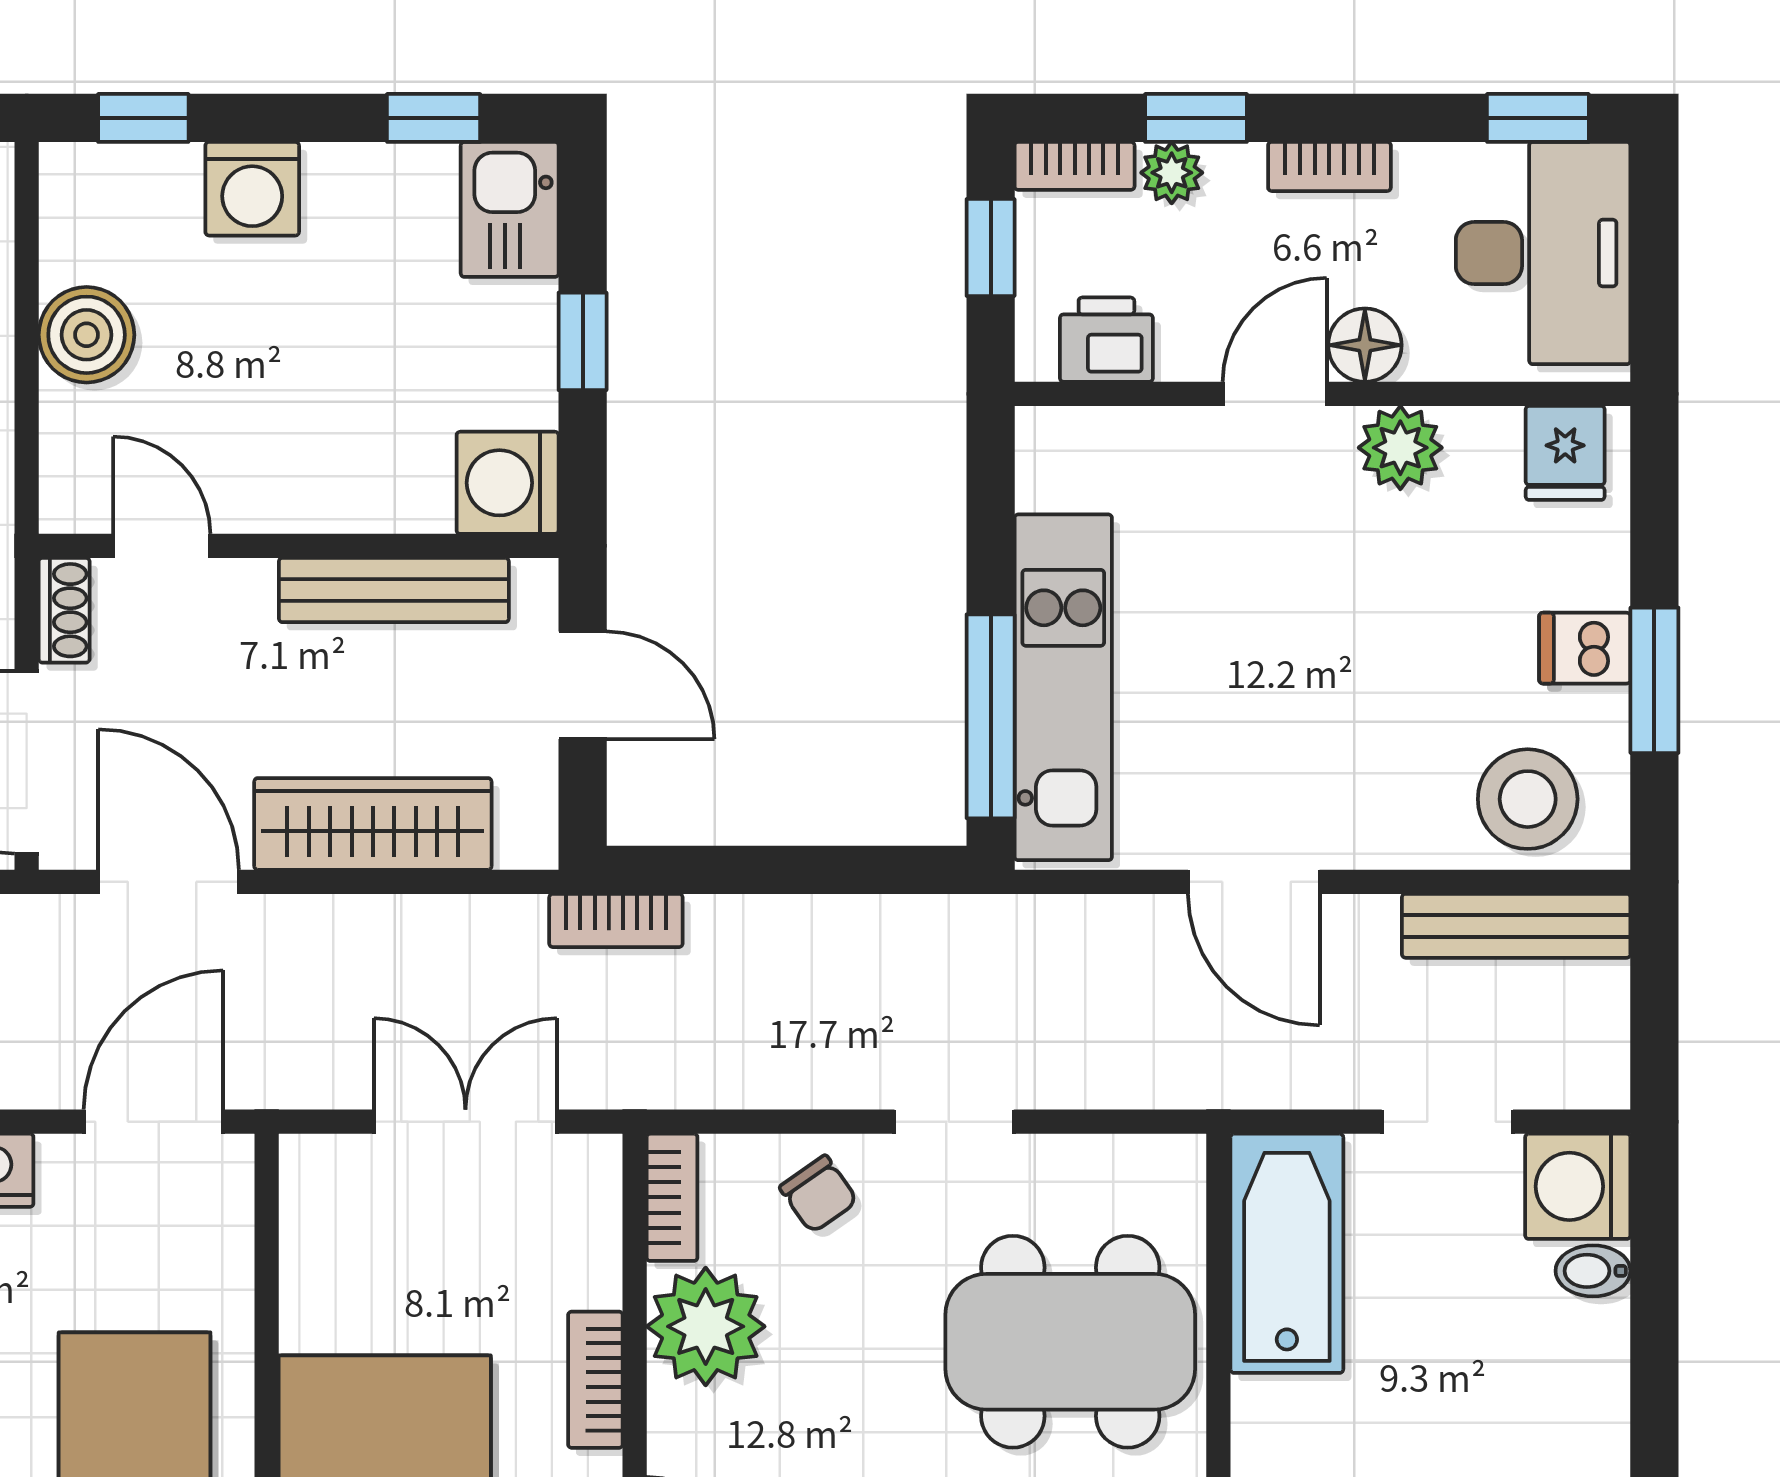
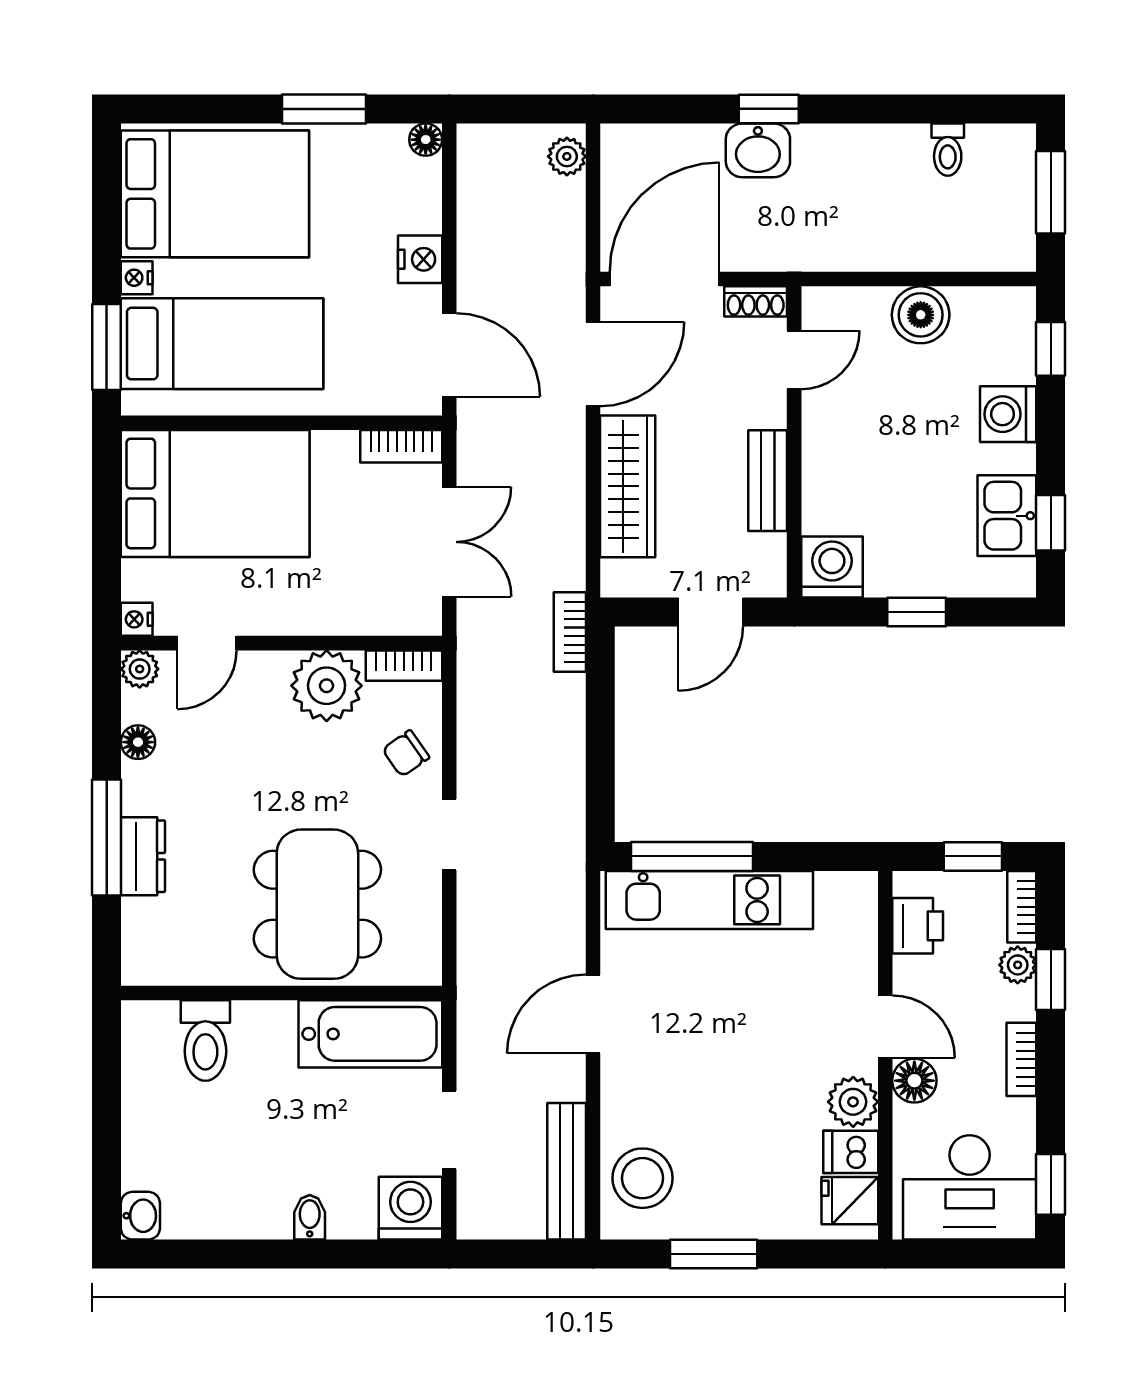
kitchen sink: (510, 209) -> (1007, 516), moved, turned -90
bench: (394, 590) -> (768, 481), width x0.73
dishwasher: (1585, 648) -> (851, 1152), moved, turned -90
bidet: (1593, 1271) -> (310, 1217), moved
bookcase: (595, 1380) -> (401, 446), moved, turned 180

